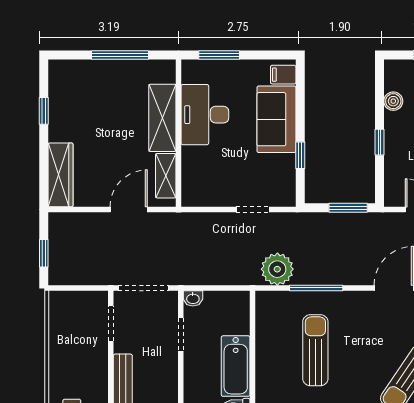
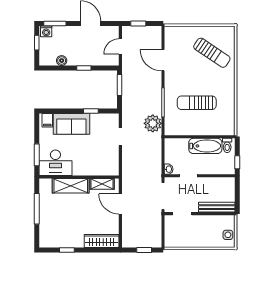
desk: (205, 115) -> (55, 163), moved

